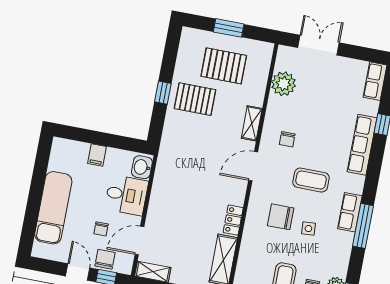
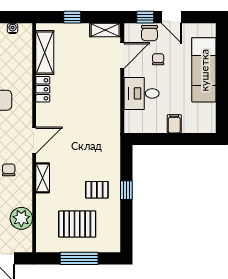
window: (229, 28) -> (79, 258), width x1.44
pallet: (195, 99) -> (97, 190), width x0.67, depth x0.71
washbasin: (142, 167) -> (132, 121), removed

